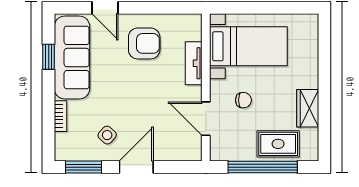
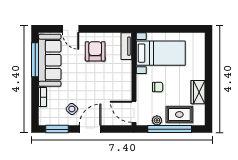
armchair: (144, 43) -> (95, 51), turned -90
window: (49, 57) -> (35, 60), width x2.17
tv unit: (194, 63) -> (126, 46), moved
door: (206, 119) -> (134, 112), moved
plant: (242, 153) -> (157, 120), added

